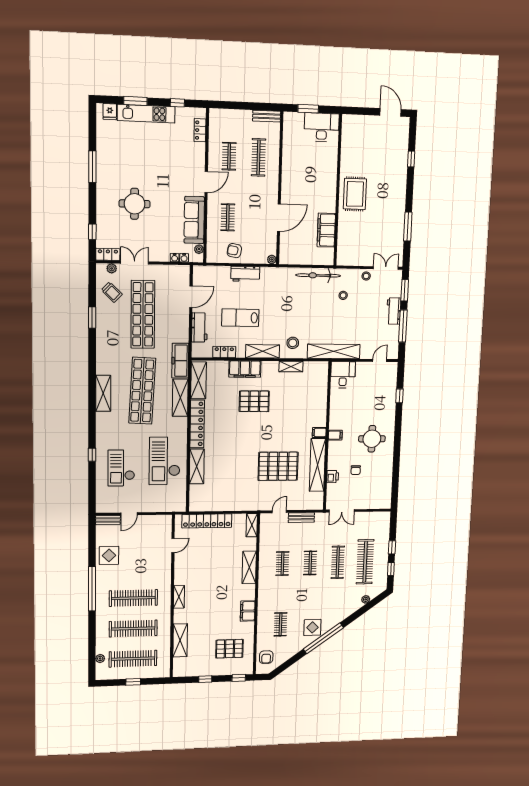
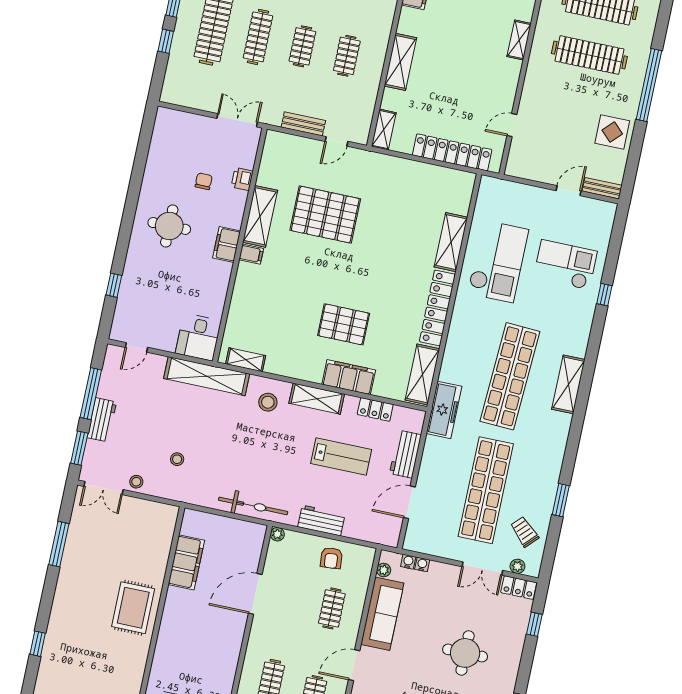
armchair: (234, 251) -> (331, 558), turned 75
bicycle: (318, 275) -> (253, 506), moved
shelving: (291, 367) -> (246, 360), moved
shelving: (180, 398) -> (455, 354), removed
filing cabinet: (335, 435) -> (227, 244), width x2.00
shelving: (318, 465) -> (260, 216), width x0.68
checkout: (121, 468) -> (565, 265), turned -90

